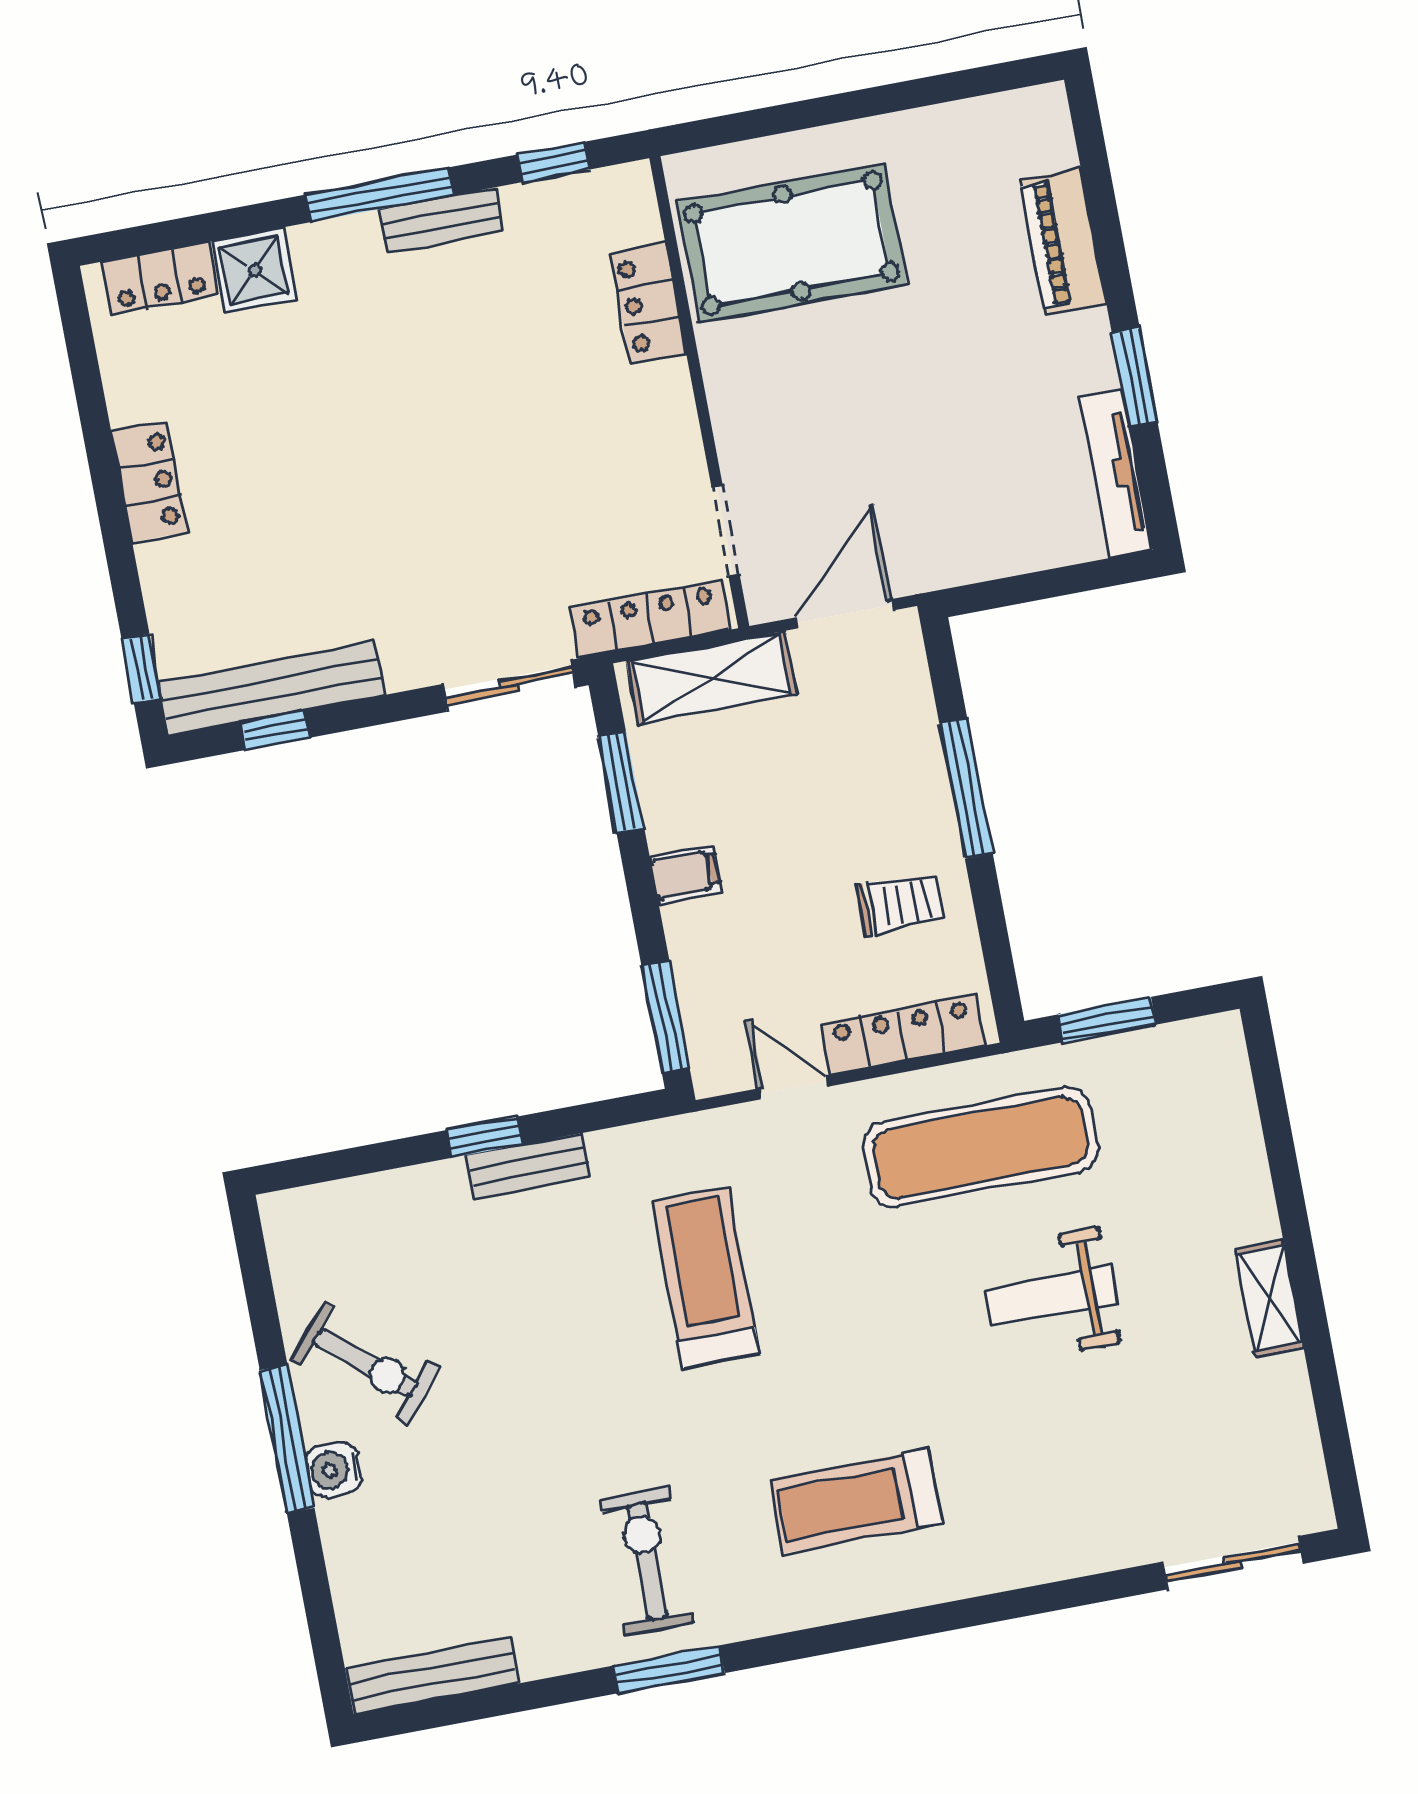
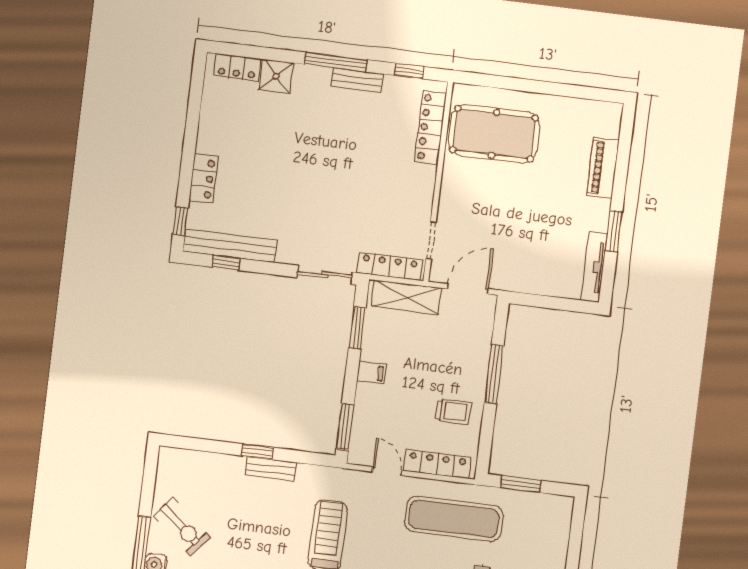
locker: (648, 304) -> (430, 127), width x1.53
locker: (150, 482) -> (203, 178), moved

